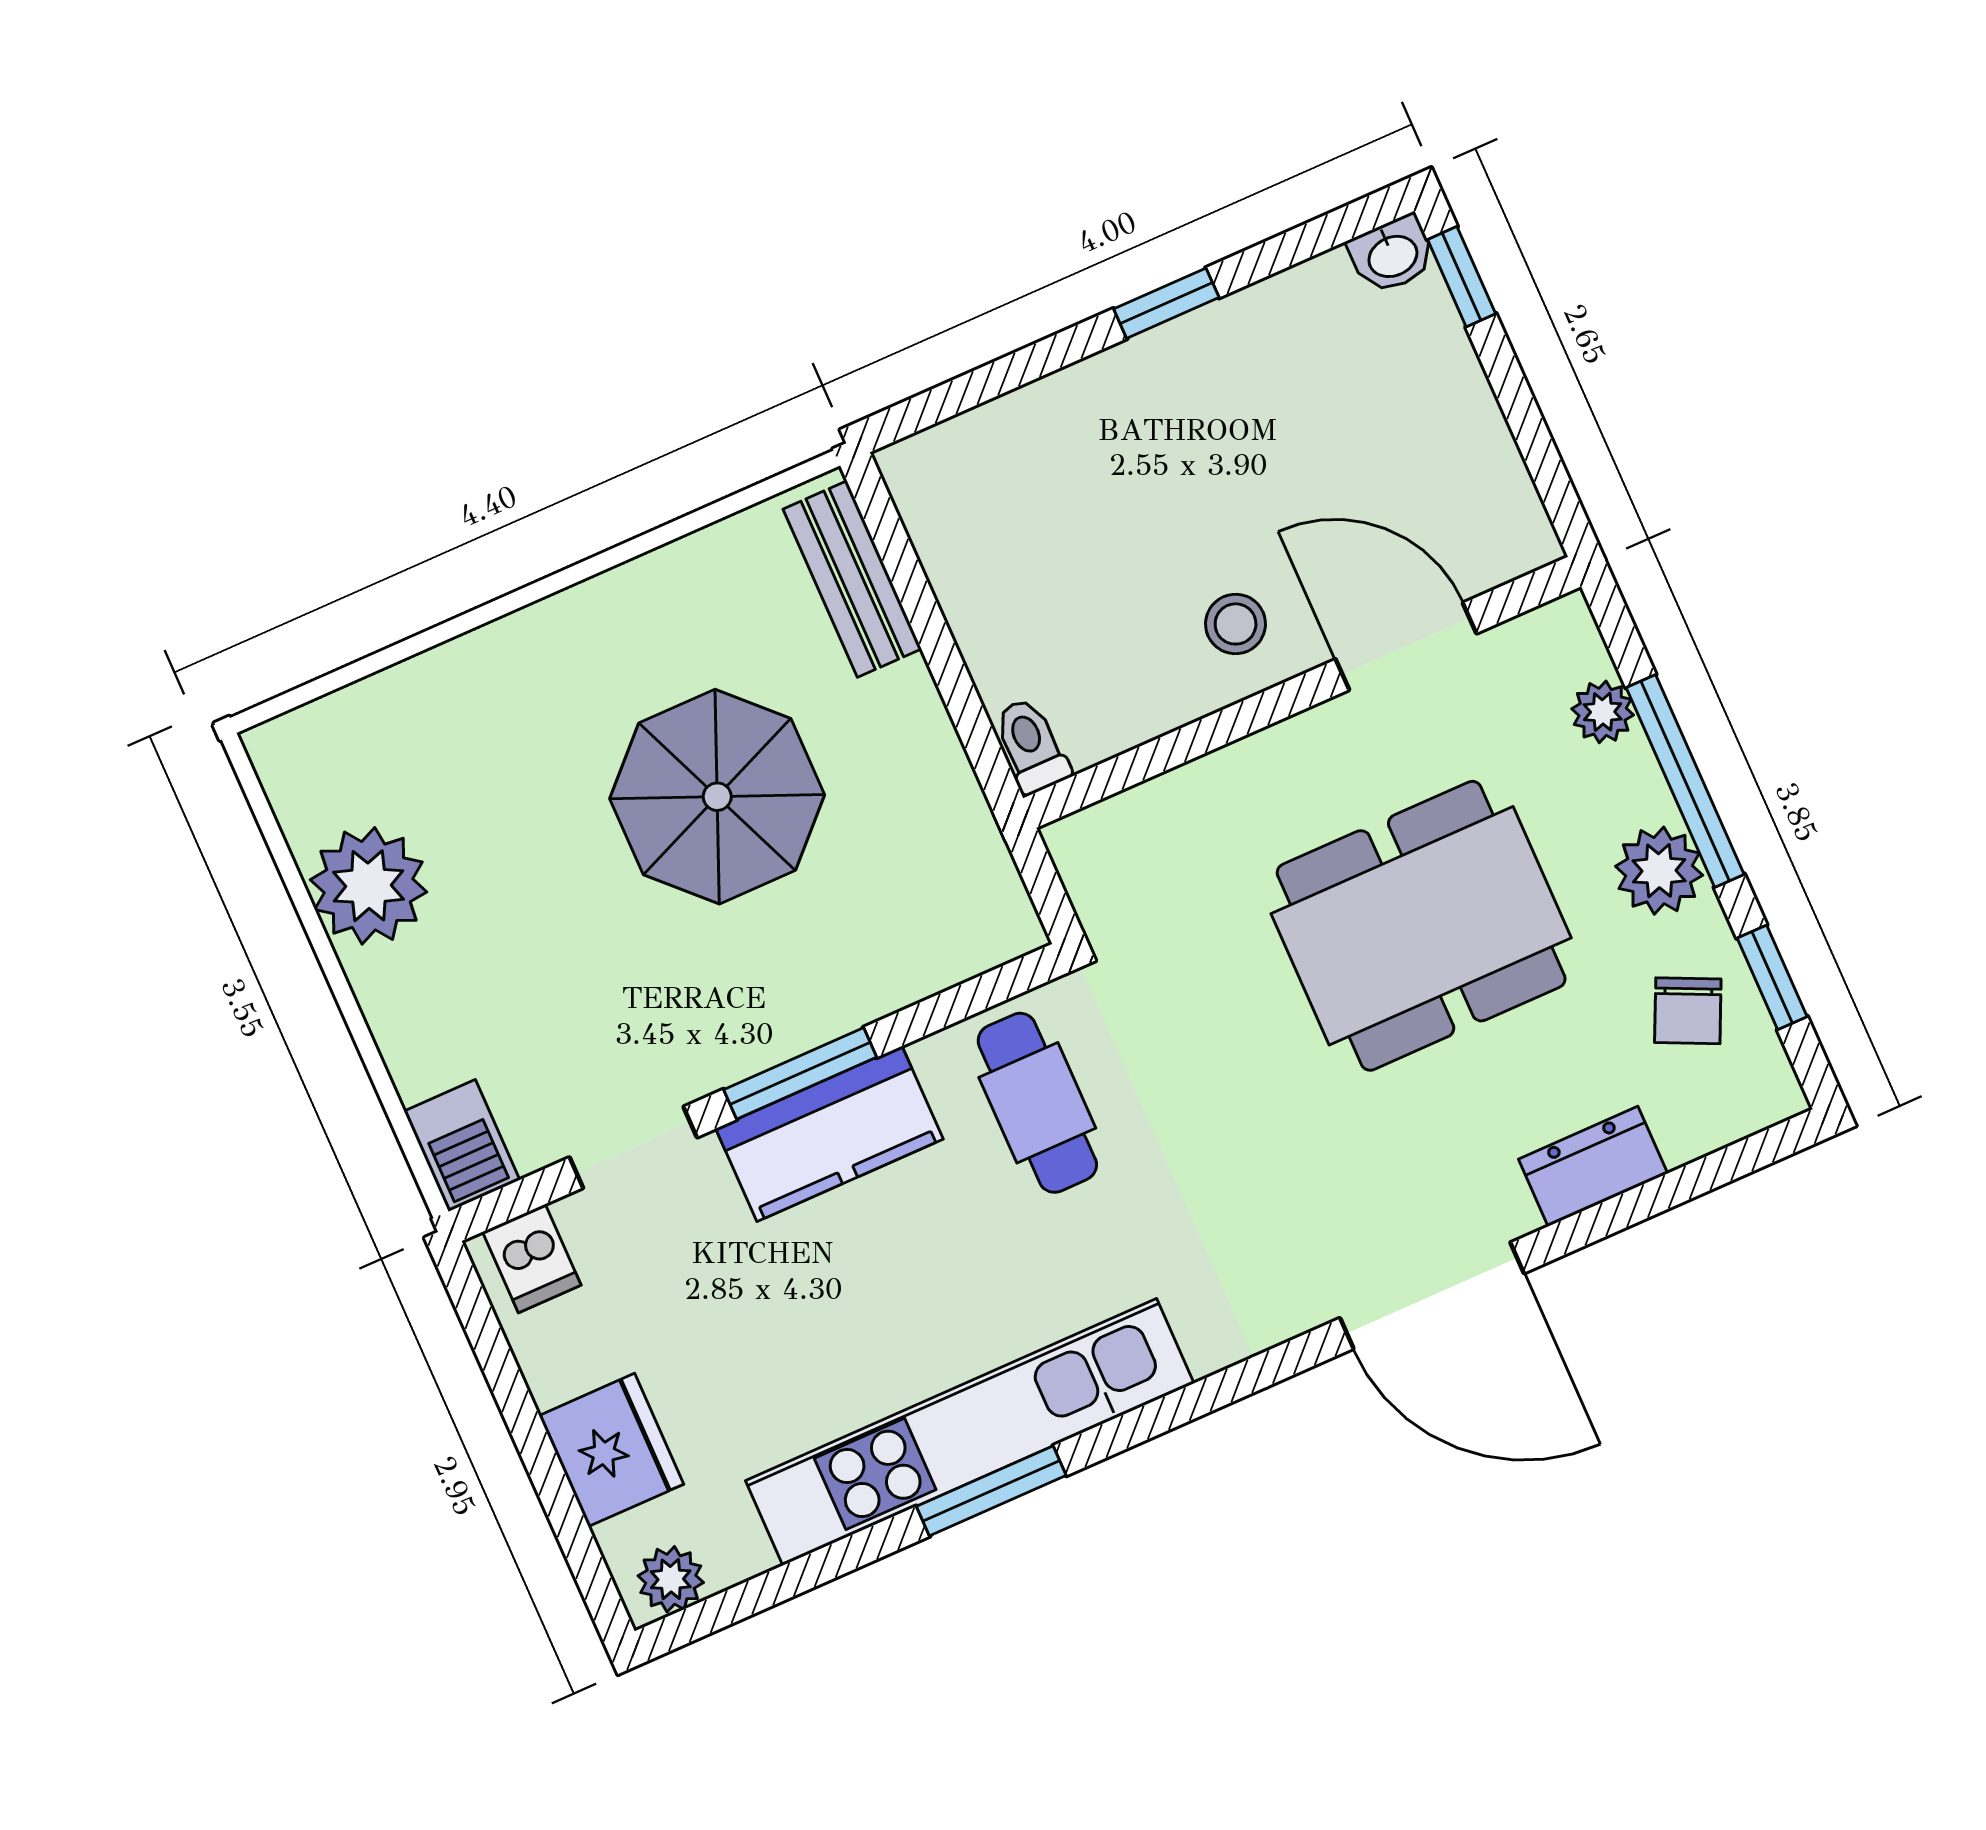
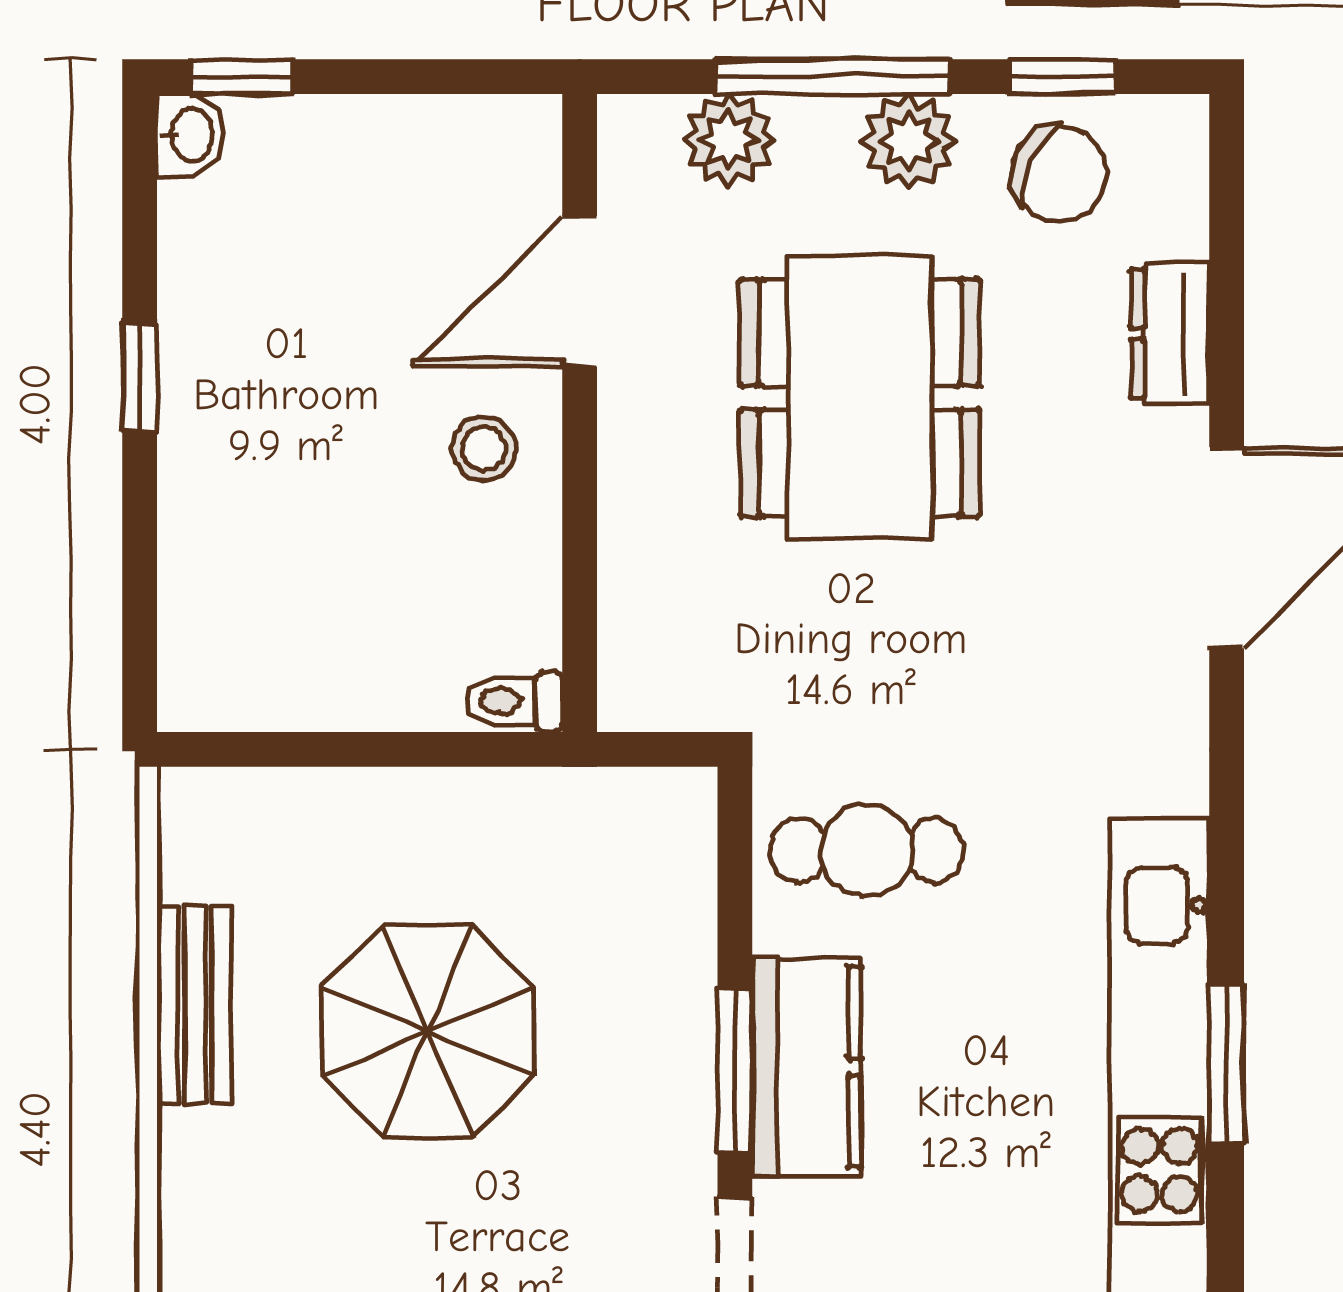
bench: (852, 579) -> (195, 1004), moved, turned 90
plant: (1603, 712) -> (729, 140), width x1.38, depth x1.38
chair: (1688, 1011) -> (1059, 174), width x1.37, depth x1.37

